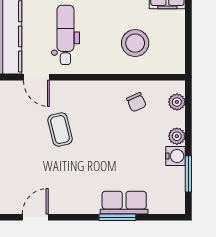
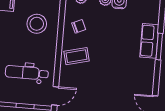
coffee table: (60, 130) -> (76, 56), moved

